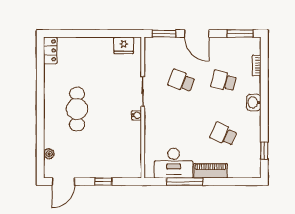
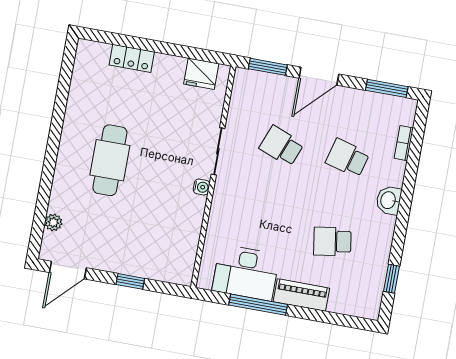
door: (197, 34) -> (319, 76), hinge flipped
locker: (50, 50) -> (132, 58), moved, turned 90
school desk: (224, 134) -> (332, 241), turned -33

